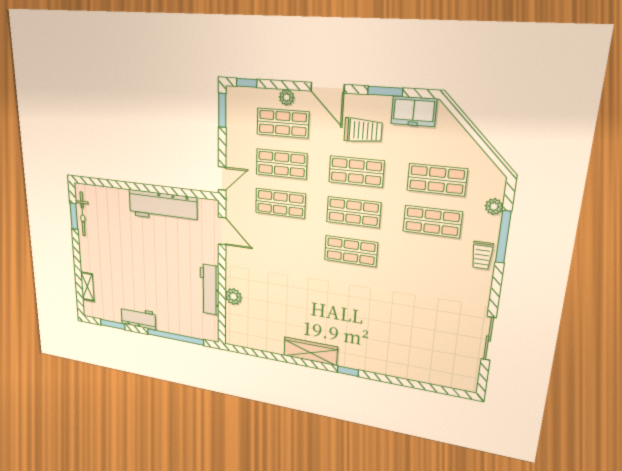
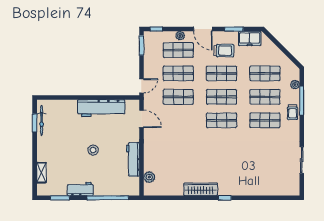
shop shelf: (428, 262) -> (265, 120), added
stool: (153, 267) -> (93, 150), added
plant: (233, 297) -> (149, 177), moved

